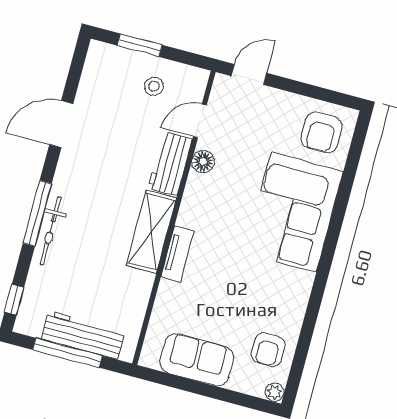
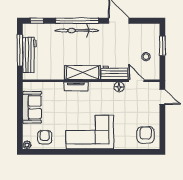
armchair: (322, 132) -> (146, 135), turned 90
corner sofa: (294, 212) -> (90, 132), moved
window: (37, 213) -> (77, 21), width x1.46
bicycle: (51, 231) -> (77, 31), width x1.37, depth x1.40
armchair: (268, 350) -> (45, 137), turned 90

